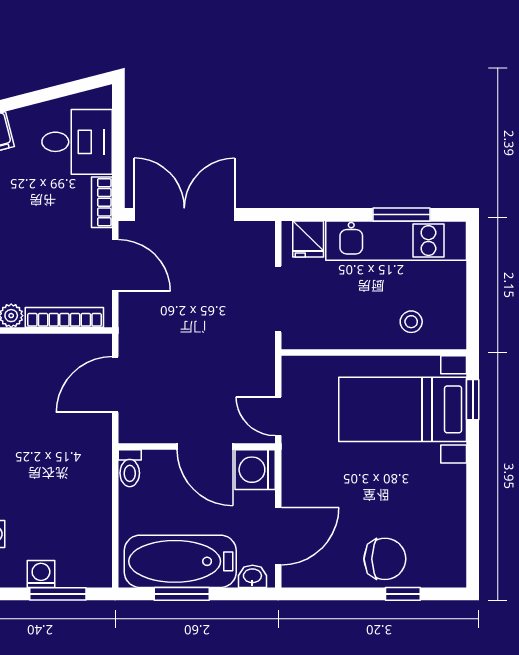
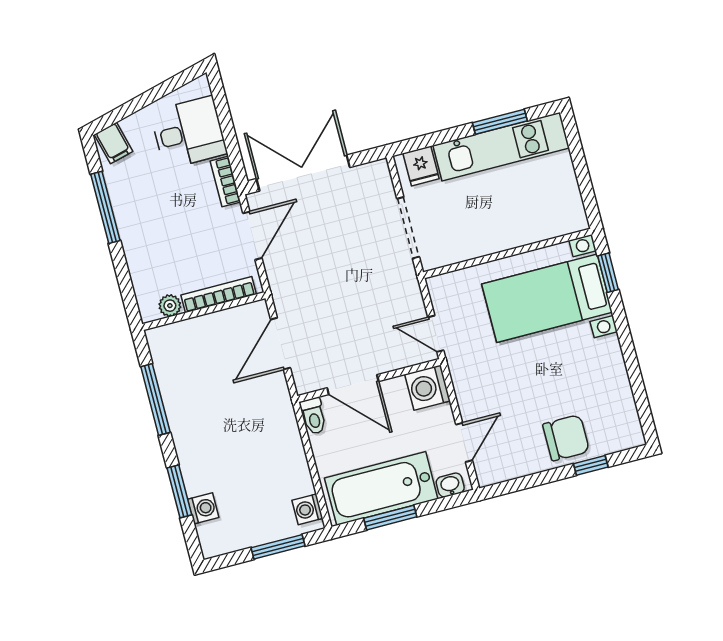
door: (115, 265) -> (252, 236), hinge flipped
stool: (411, 322) -> (534, 217), removed
door: (205, 447) -> (353, 385), moved
door: (278, 536) -> (464, 442), width x0.73
washing machine: (41, 574) -> (307, 509), moved, turned -90

